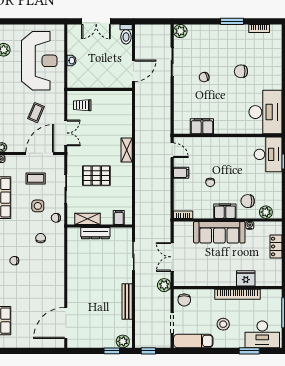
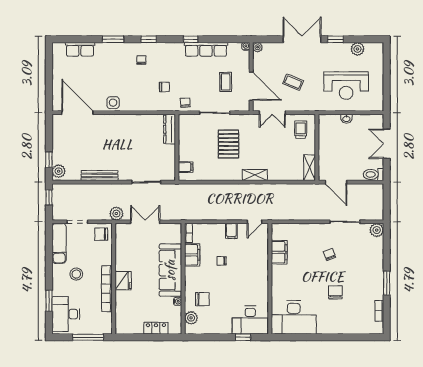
reception desk: (39, 61) -> (346, 86), width x0.74, depth x0.77
chair: (248, 201) -> (202, 299), turned 90
side table: (38, 206) -> (113, 103), moved
filing cabinet: (225, 211) -> (192, 255), moved
shelving: (87, 219) -> (310, 168), moved
dresser: (95, 233) -> (170, 129), moved
fridge: (246, 278) -> (123, 281), moved

